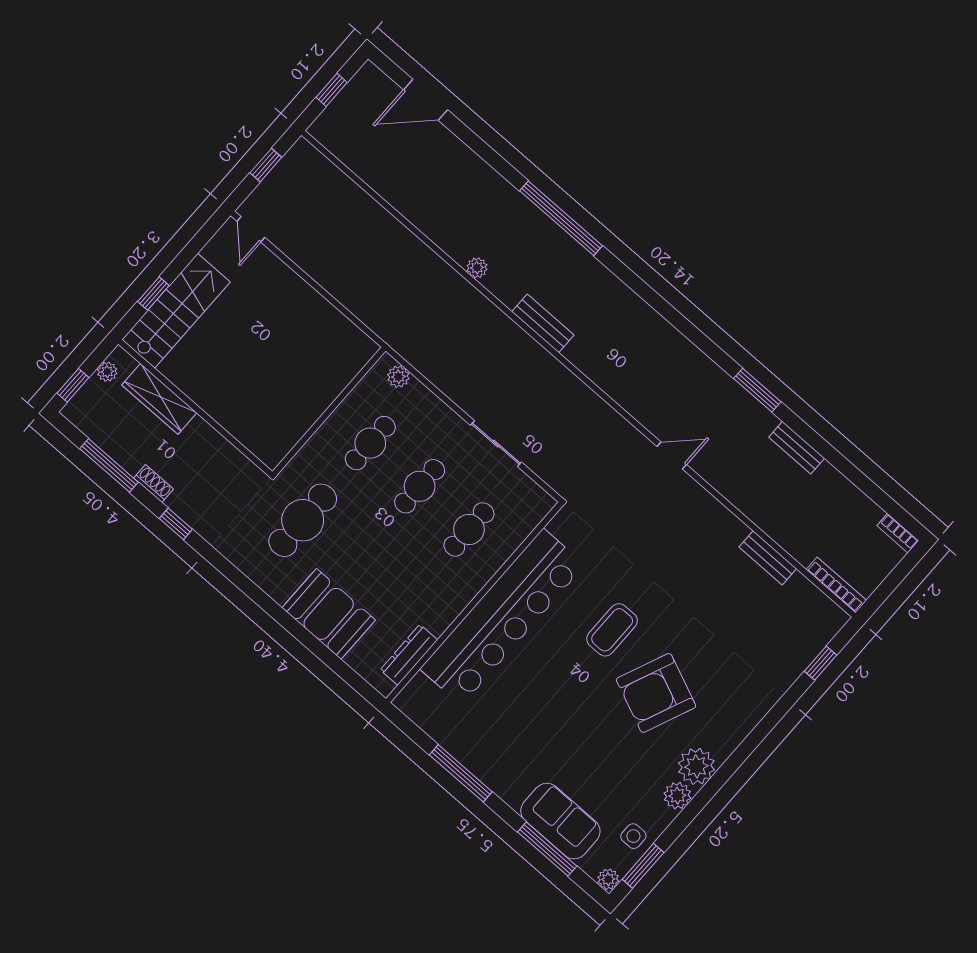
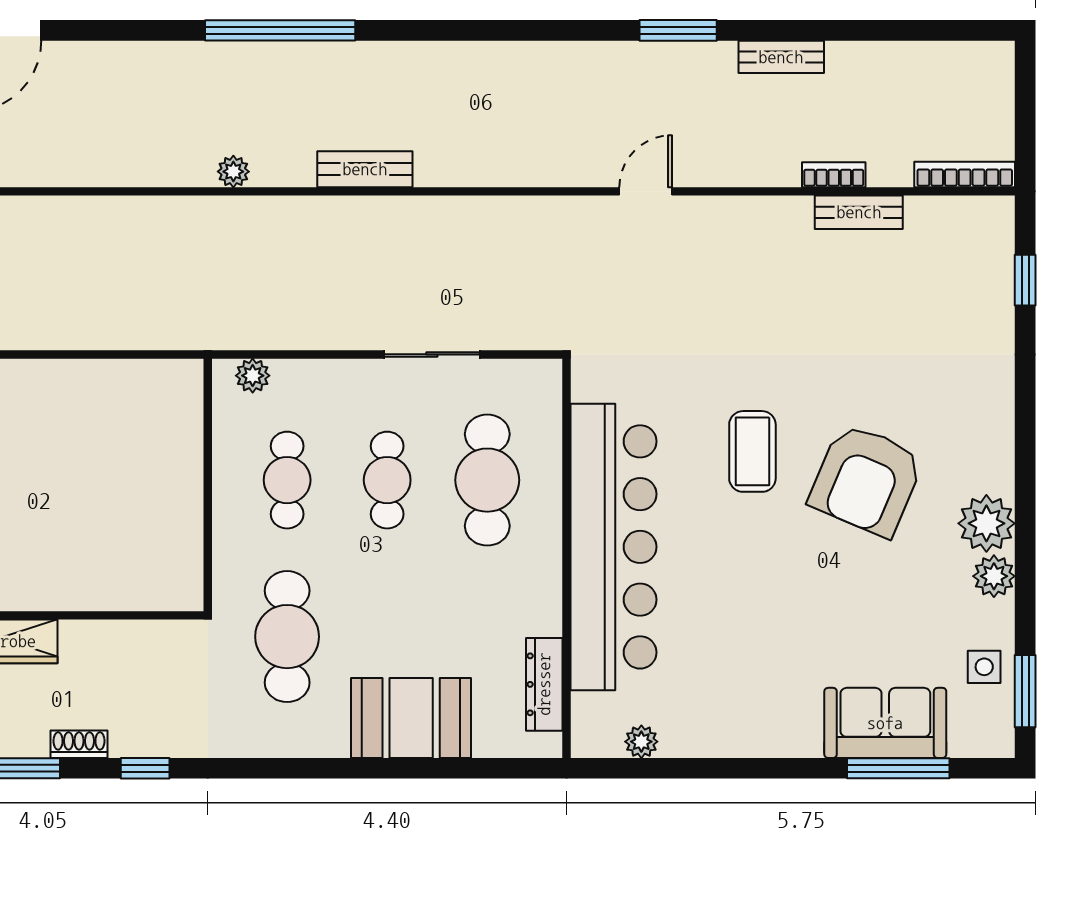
cafe table: (469, 529) -> (487, 480), width x1.37, depth x1.35
bookcase: (898, 533) -> (834, 175), moved, turned 180
window: (461, 773) -> (723, 768), removed
plant: (608, 879) -> (641, 742), moved

